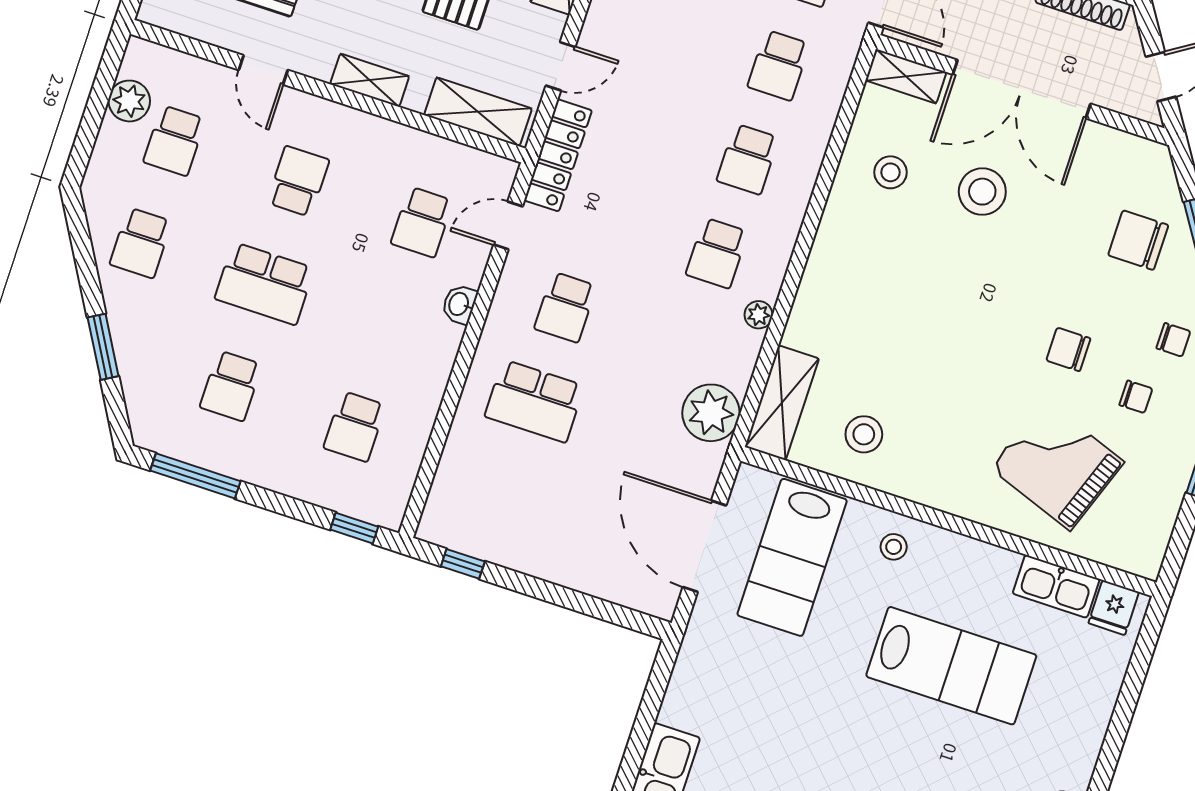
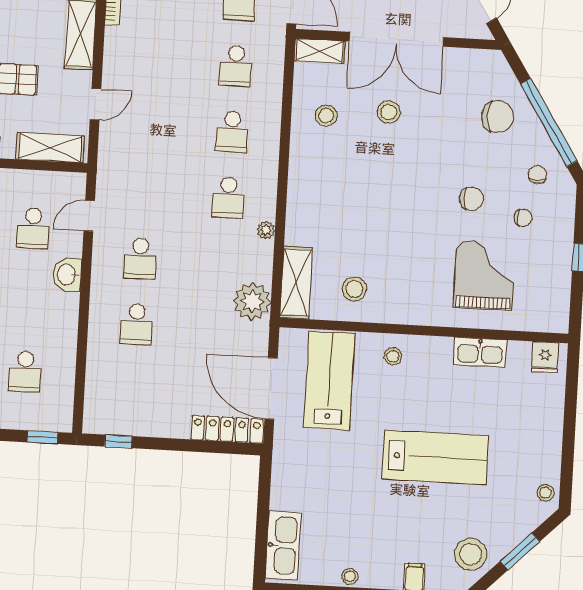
locker: (558, 155) -> (227, 429), moved, turned -90
stool: (982, 192) -> (389, 112), width x0.73, depth x0.73
chair: (1138, 240) -> (497, 116), turned 180
washbasin: (459, 304) -> (67, 275), width x1.38, depth x1.45
chair: (1173, 340) -> (537, 175), turned -90
chair: (1068, 349) -> (471, 199), turned 180
school desk: (534, 401) -> (136, 324), width x0.54
grand piano: (1057, 465) -> (484, 275), turned 70
lab bench: (792, 557) -> (329, 381), turned 180
kitchen sink: (1056, 586) -> (480, 352), moved
lab bench: (951, 666) -> (435, 457), moved

